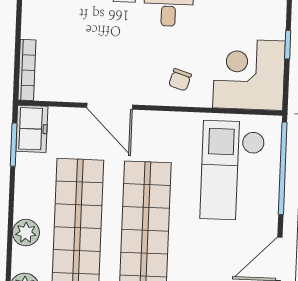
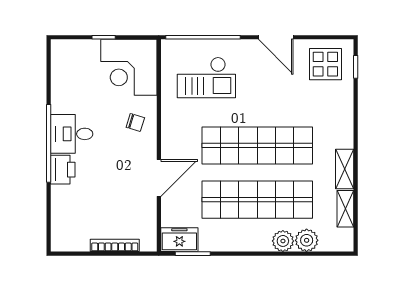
bookcase: (27, 70) -> (115, 245), moved
checkout: (232, 171) -> (206, 77), width x0.73, depth x0.83
plant: (26, 233) -> (283, 241), moved

